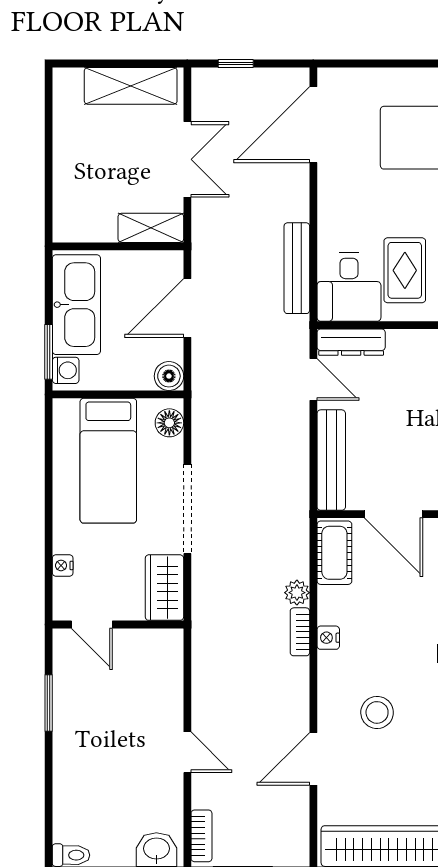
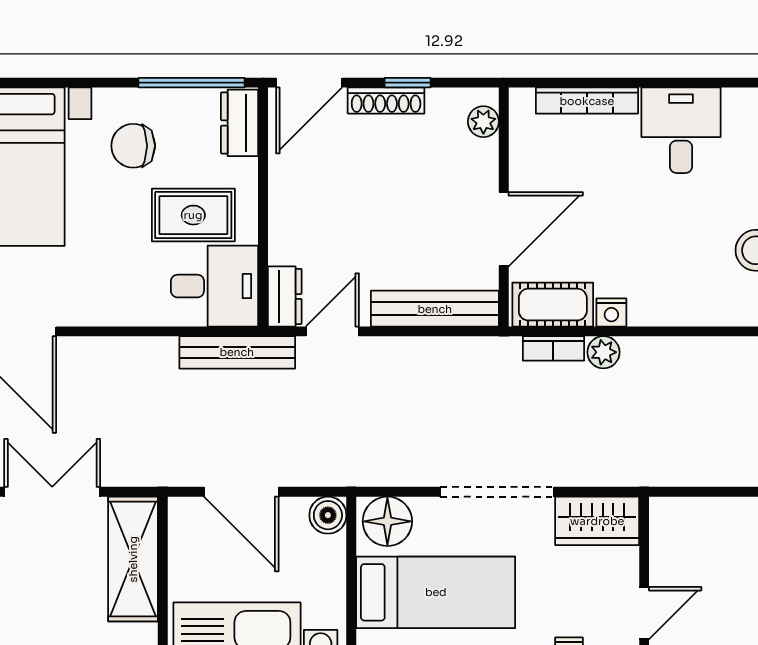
shelving: (151, 228) -> (133, 559), width x1.50, depth x1.33
bench: (297, 268) -> (237, 352), moved
dresser: (351, 342) -> (285, 296), width x0.70
floor lamp: (169, 423) -> (387, 521), width x1.38, depth x1.38
bookcase: (300, 632) -> (553, 348), moved
nightstand: (328, 638) -> (611, 312), moved

